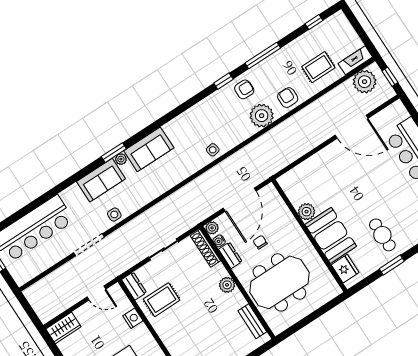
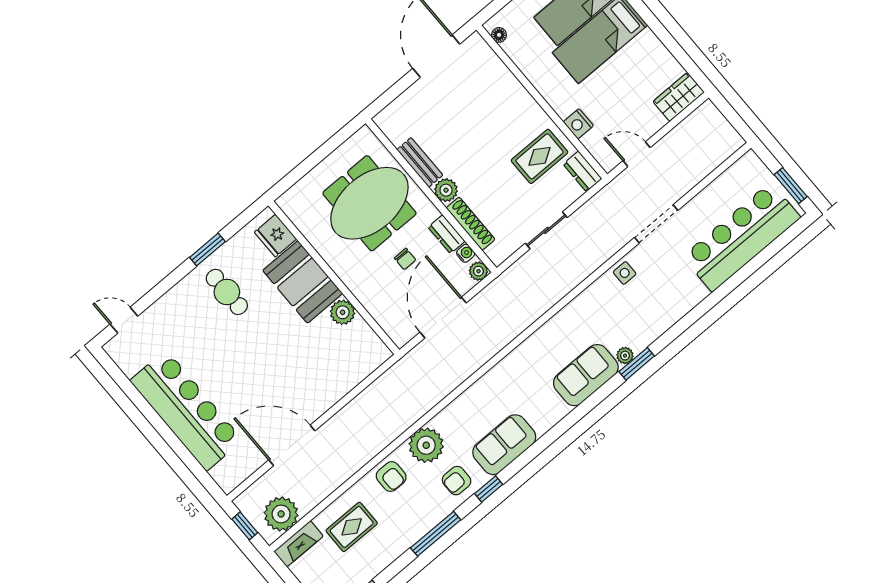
side table: (213, 150) -> (492, 386), removed
sofa: (101, 180) -> (504, 445), moved
shoe rack: (205, 248) -> (471, 224), moved
bench: (252, 321) -> (420, 162), moved

